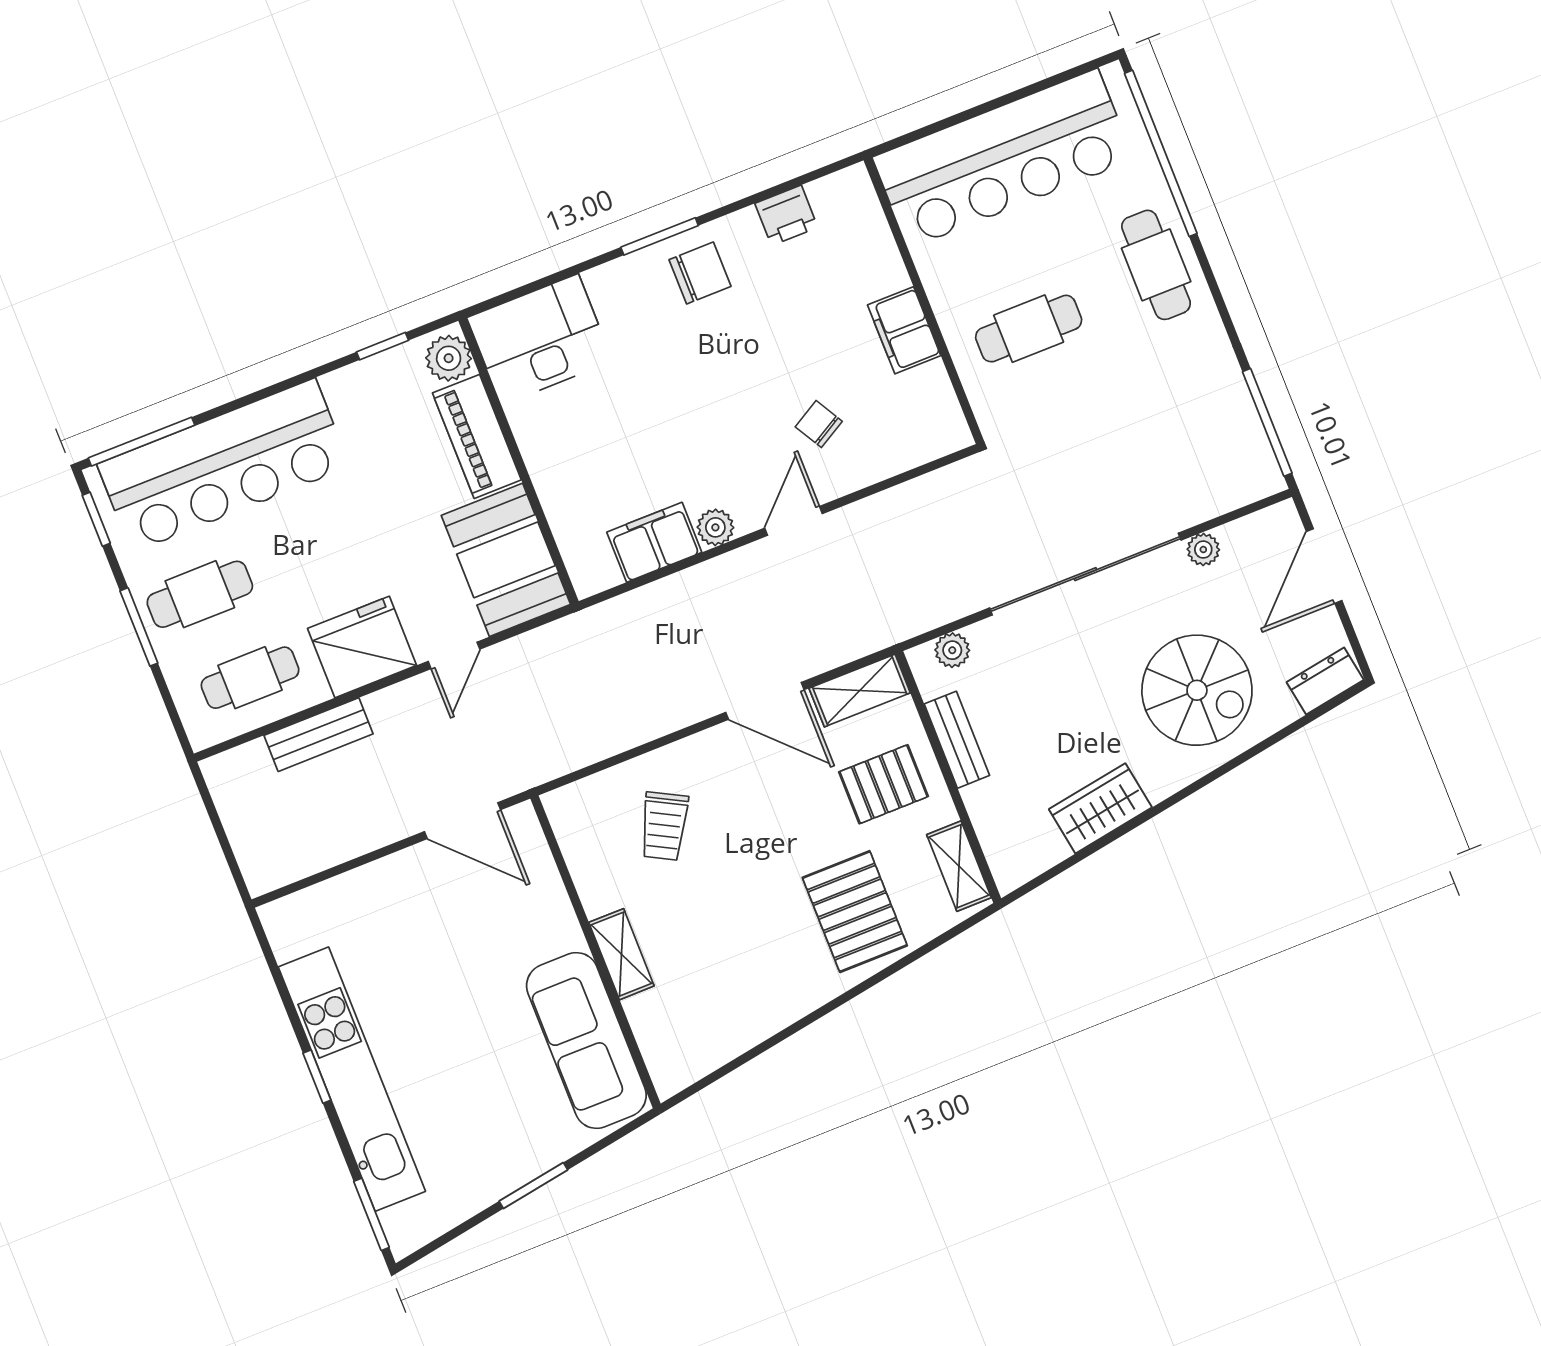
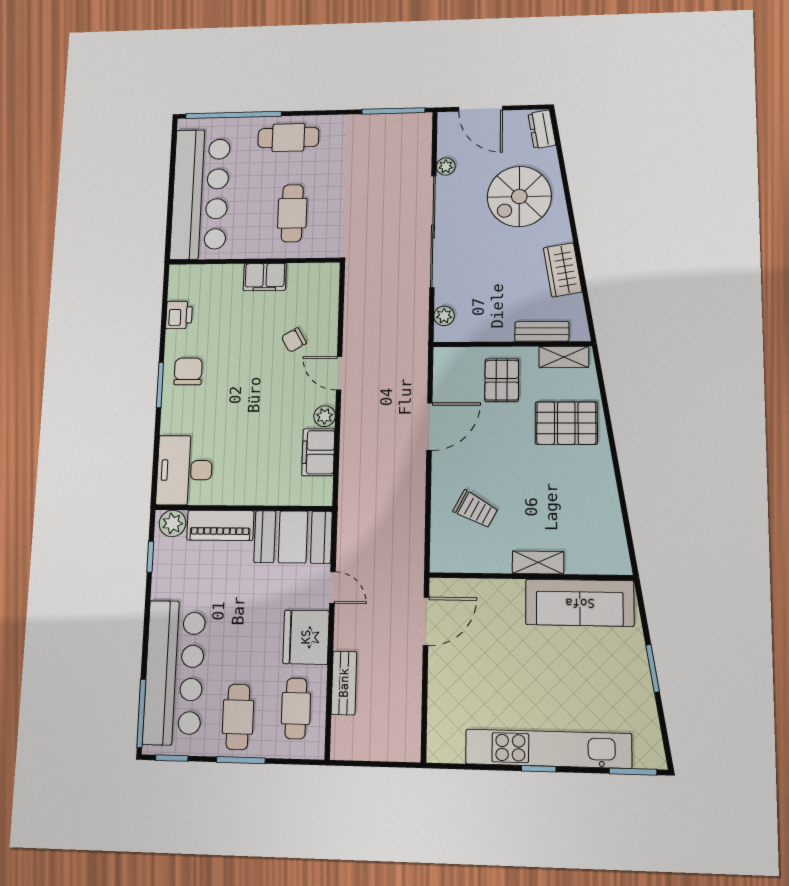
shelving: (860, 690) -> (445, 373), removed
spiral stairs: (1197, 690) -> (519, 196), turned 180
bench: (957, 740) -> (542, 331), moved

